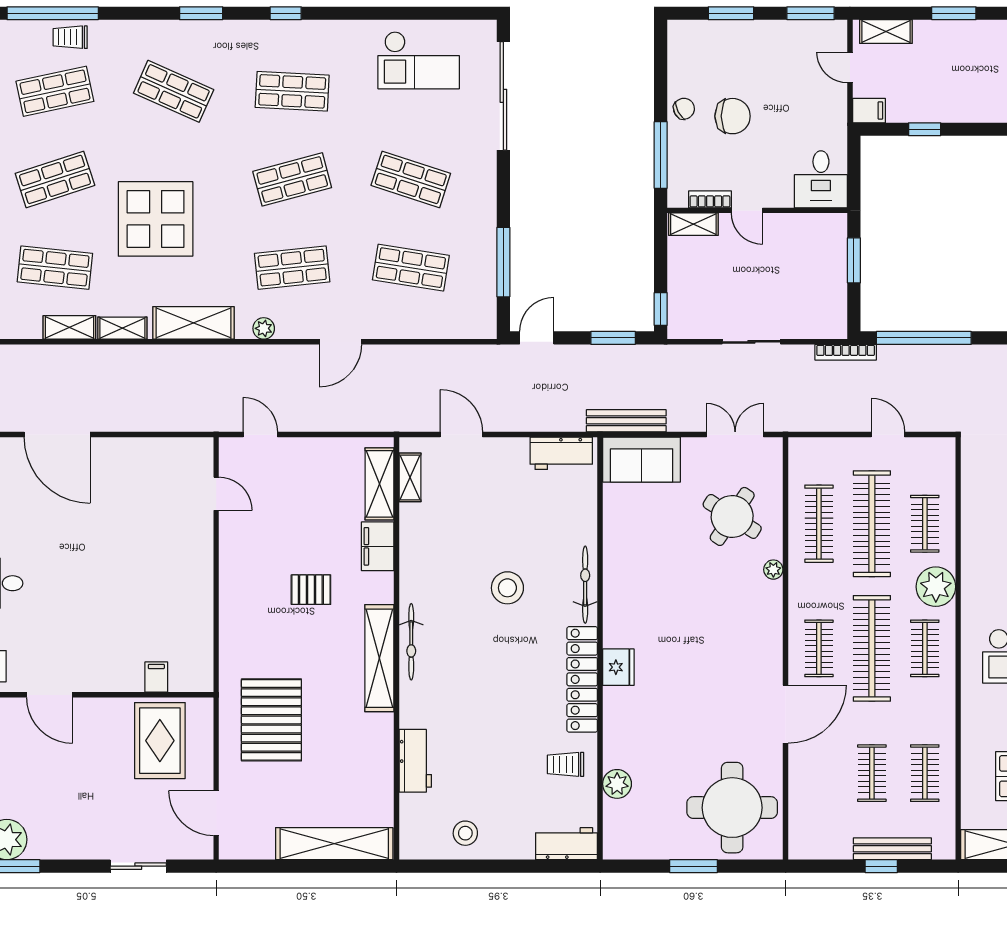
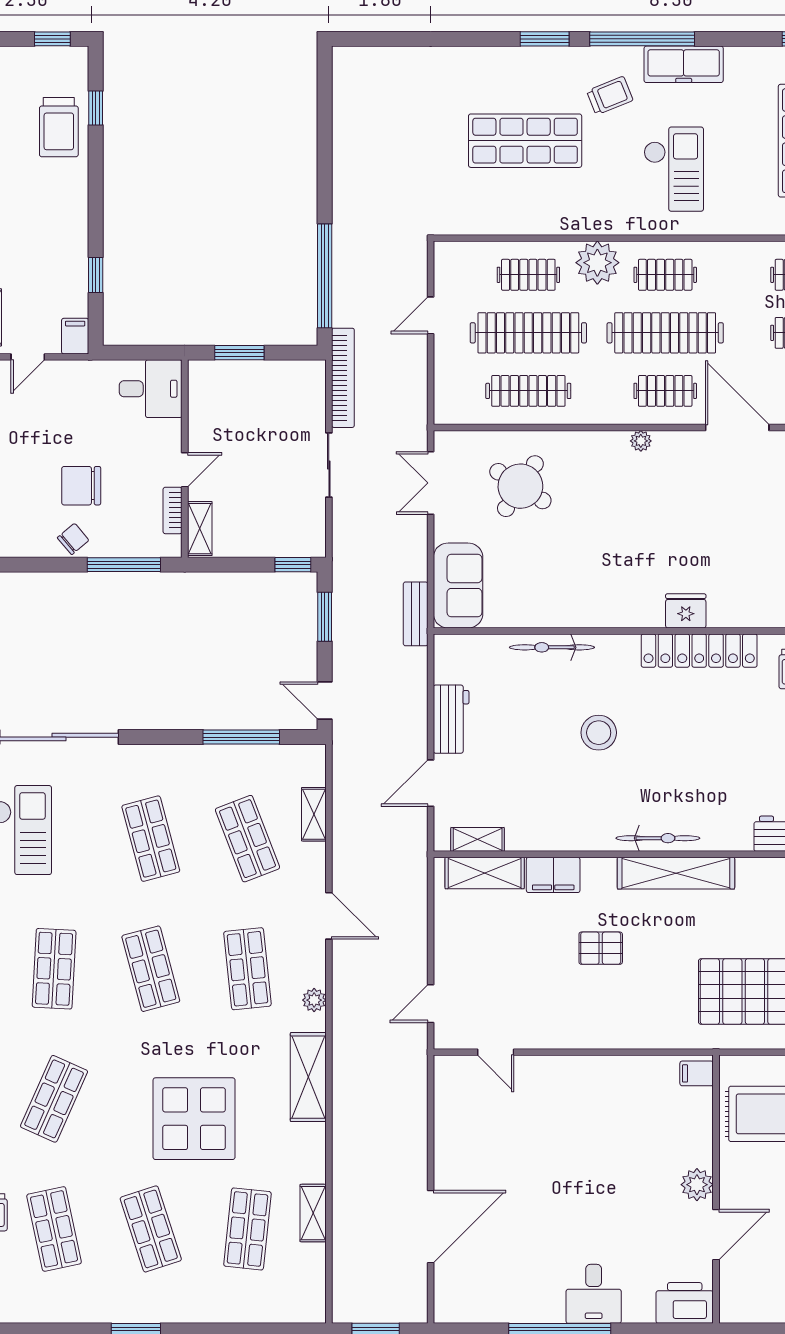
chair: (684, 109) -> (73, 539), turned 78
chair: (733, 116) -> (81, 486), turned -90
shop shelf: (411, 179) -> (151, 839), turned -33
shop shelf: (411, 268) -> (247, 839), turned -30
shelving: (122, 328) -> (314, 814), moved
bookcase: (846, 352) -> (343, 378), width x1.48, depth x1.31
bench: (626, 421) -> (416, 614), width x0.73
workbench: (561, 453) -> (451, 719), moved
door: (216, 494) -> (496, 1052), swing flipped
plant: (773, 570) -> (641, 441), moved
bicycle: (585, 585) -> (552, 647), moved
pallet: (311, 590) -> (601, 948), turned 90
plant: (95, 677) -> (697, 1185), added
filing cabinet: (156, 677) -> (697, 1073), moved

